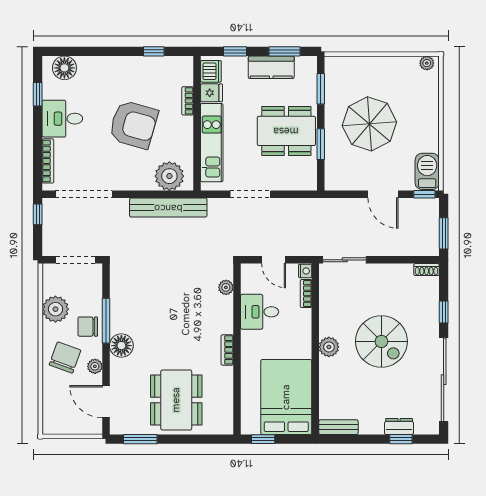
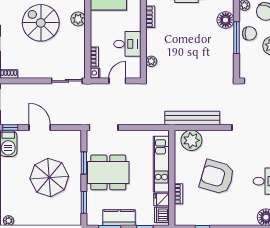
doorway: (250, 194) -> (104, 127), moved
door: (274, 260) -> (117, 81), hinge flipped

